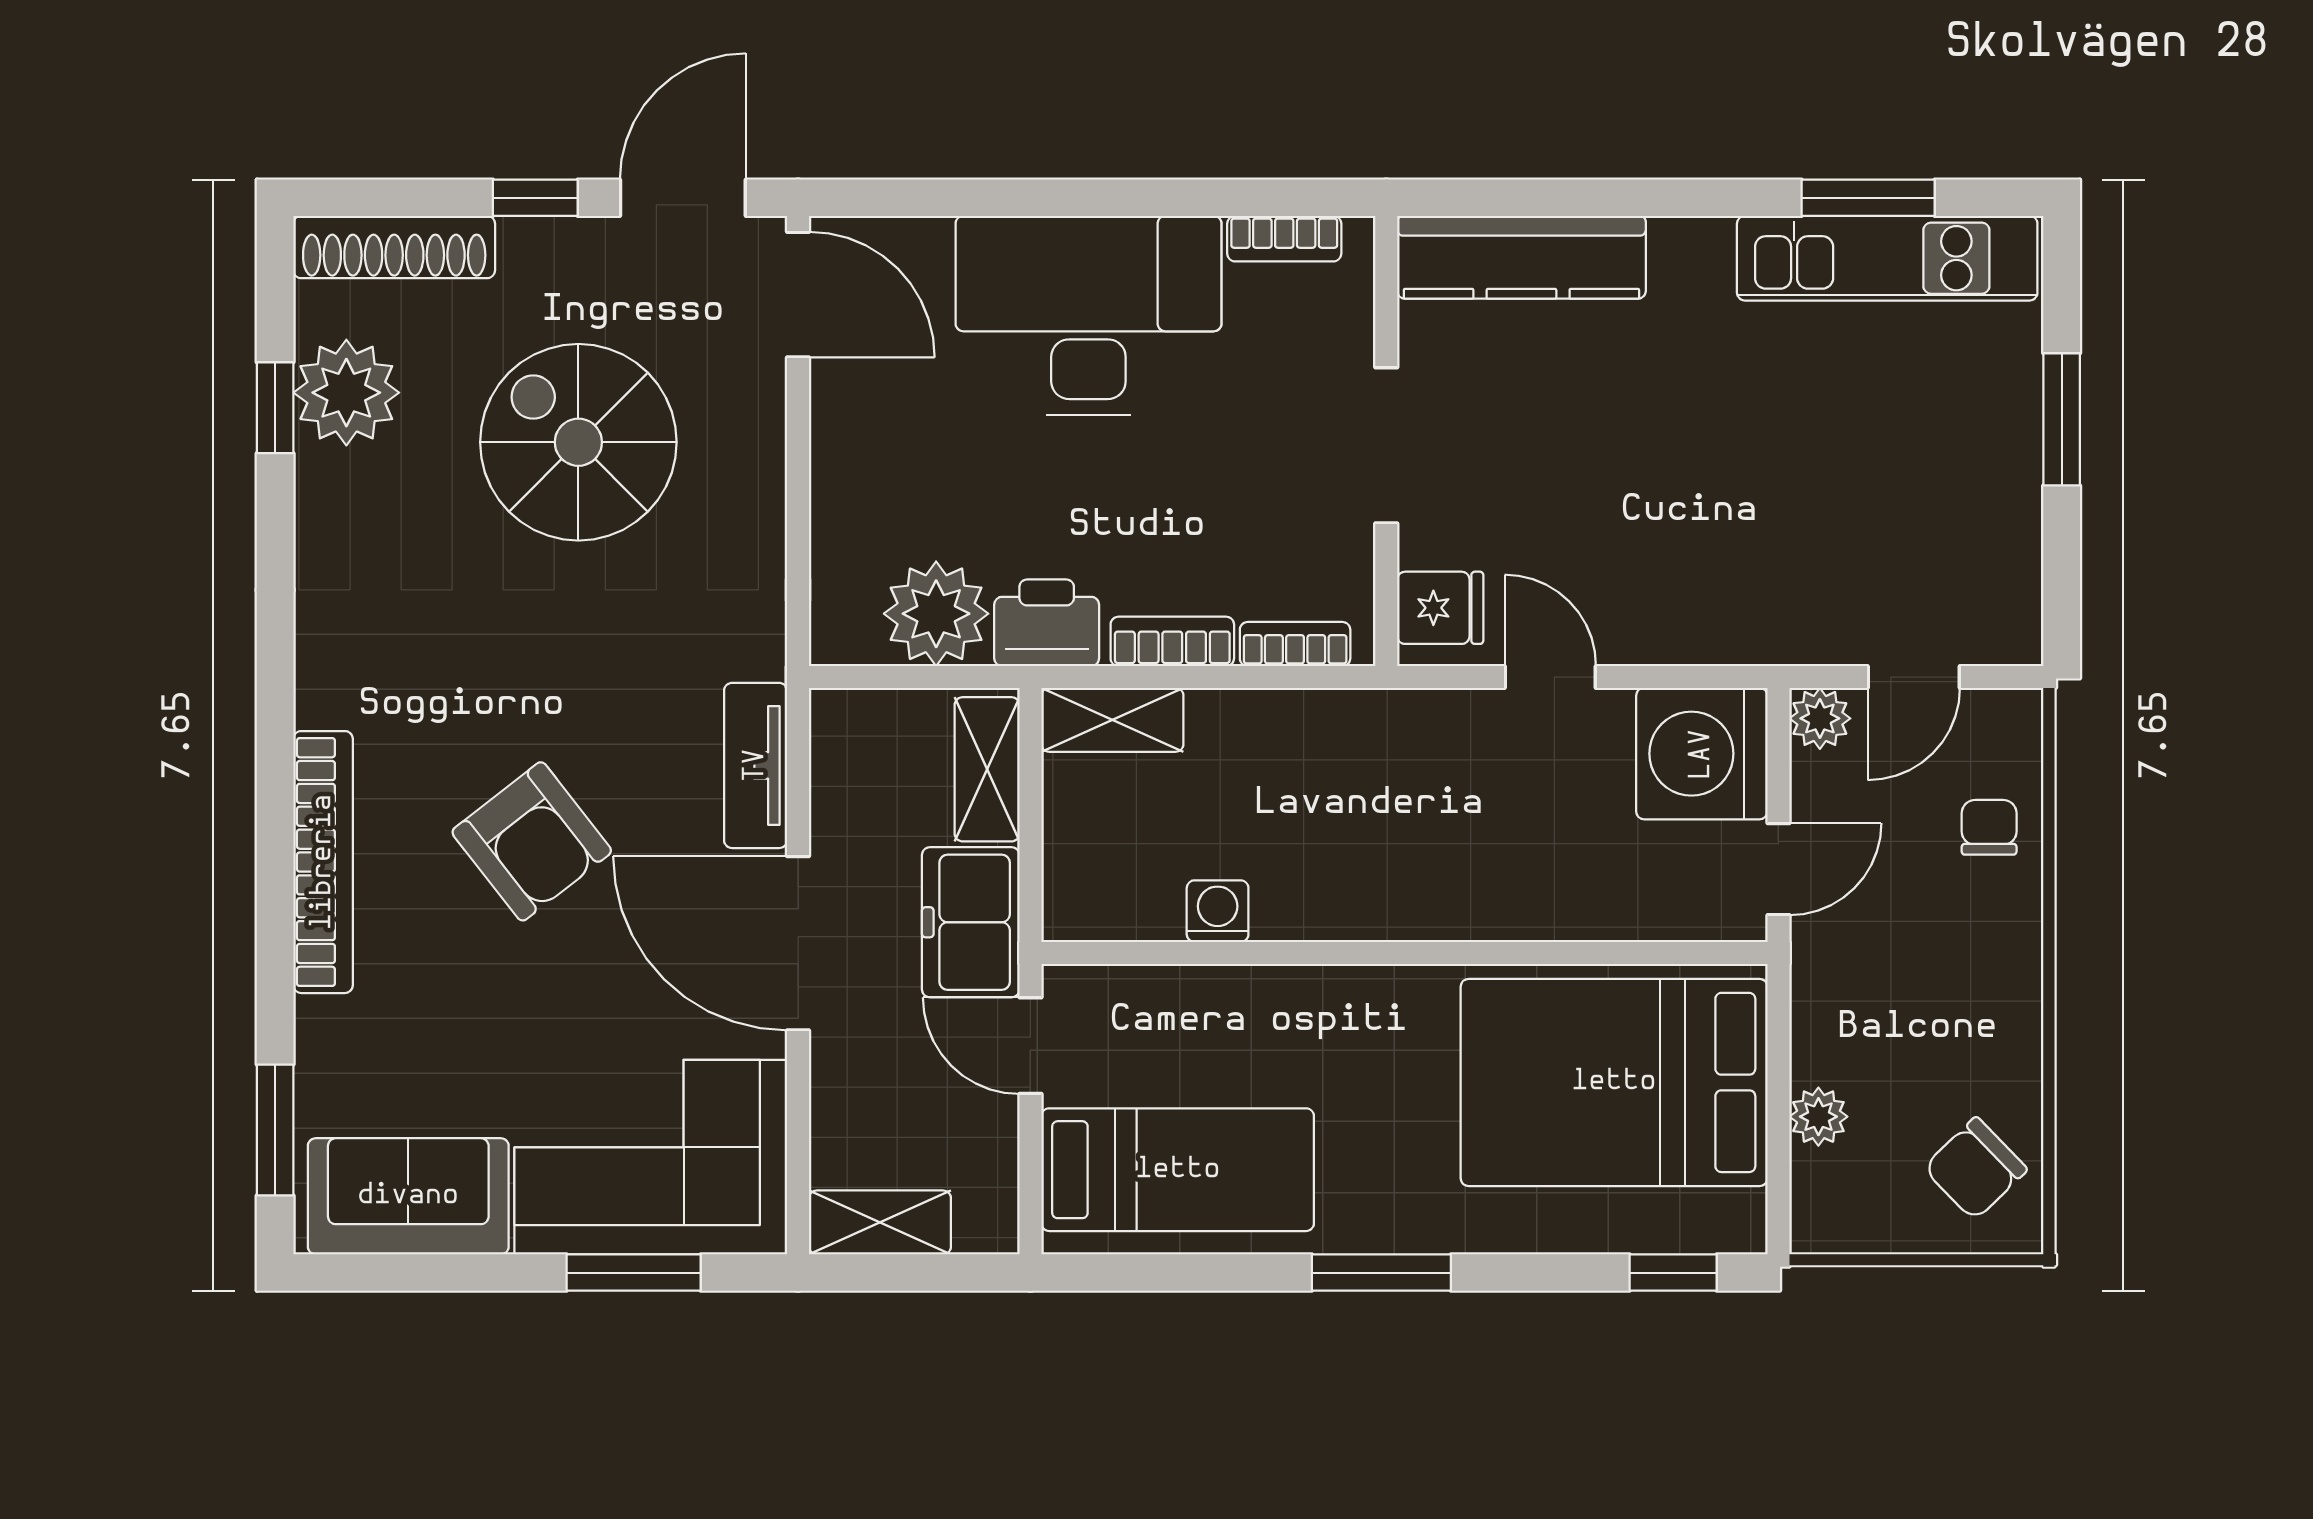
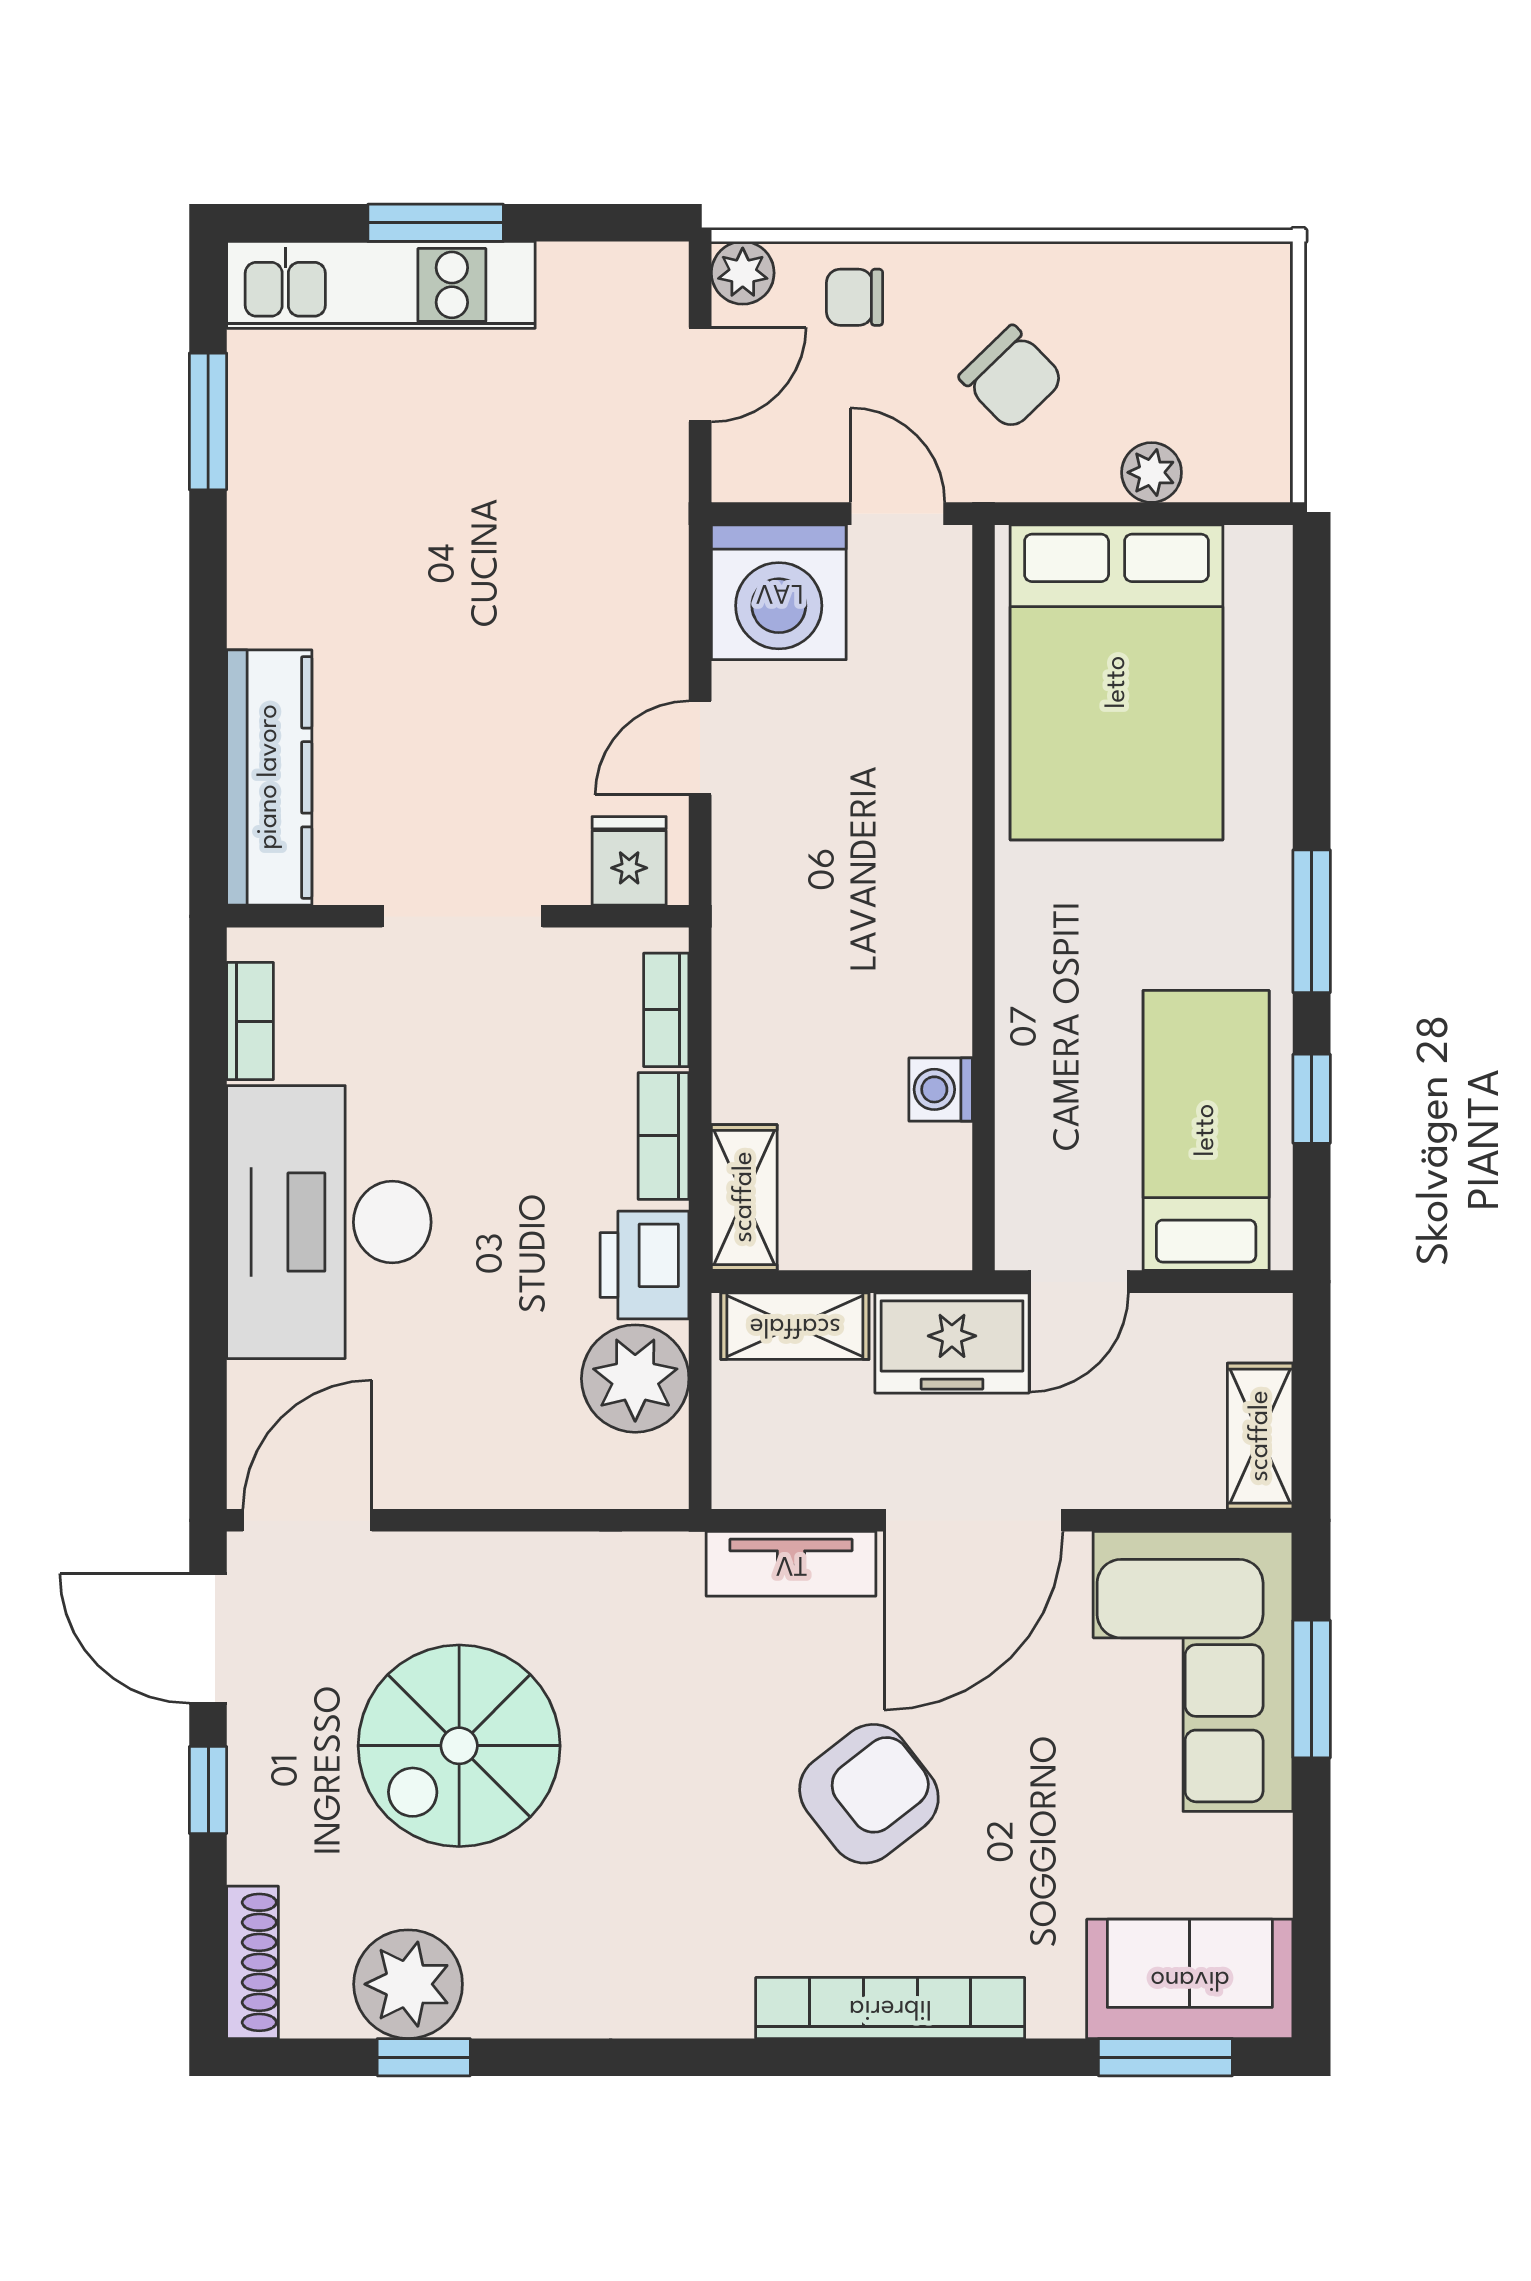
shoe rack: (394, 247) -> (253, 1962), width x0.74, depth x0.81
kitchen unit: (1887, 258) -> (381, 285), moved, turned 90
door: (1914, 677) -> (700, 375), hinge flipped
plant: (1820, 718) -> (743, 273), moved
chair: (1975, 1169) -> (1012, 378), moved
sofa: (408, 1196) -> (1190, 1979), moved, turned 90
window: (1673, 1273) -> (1312, 1099), moved

